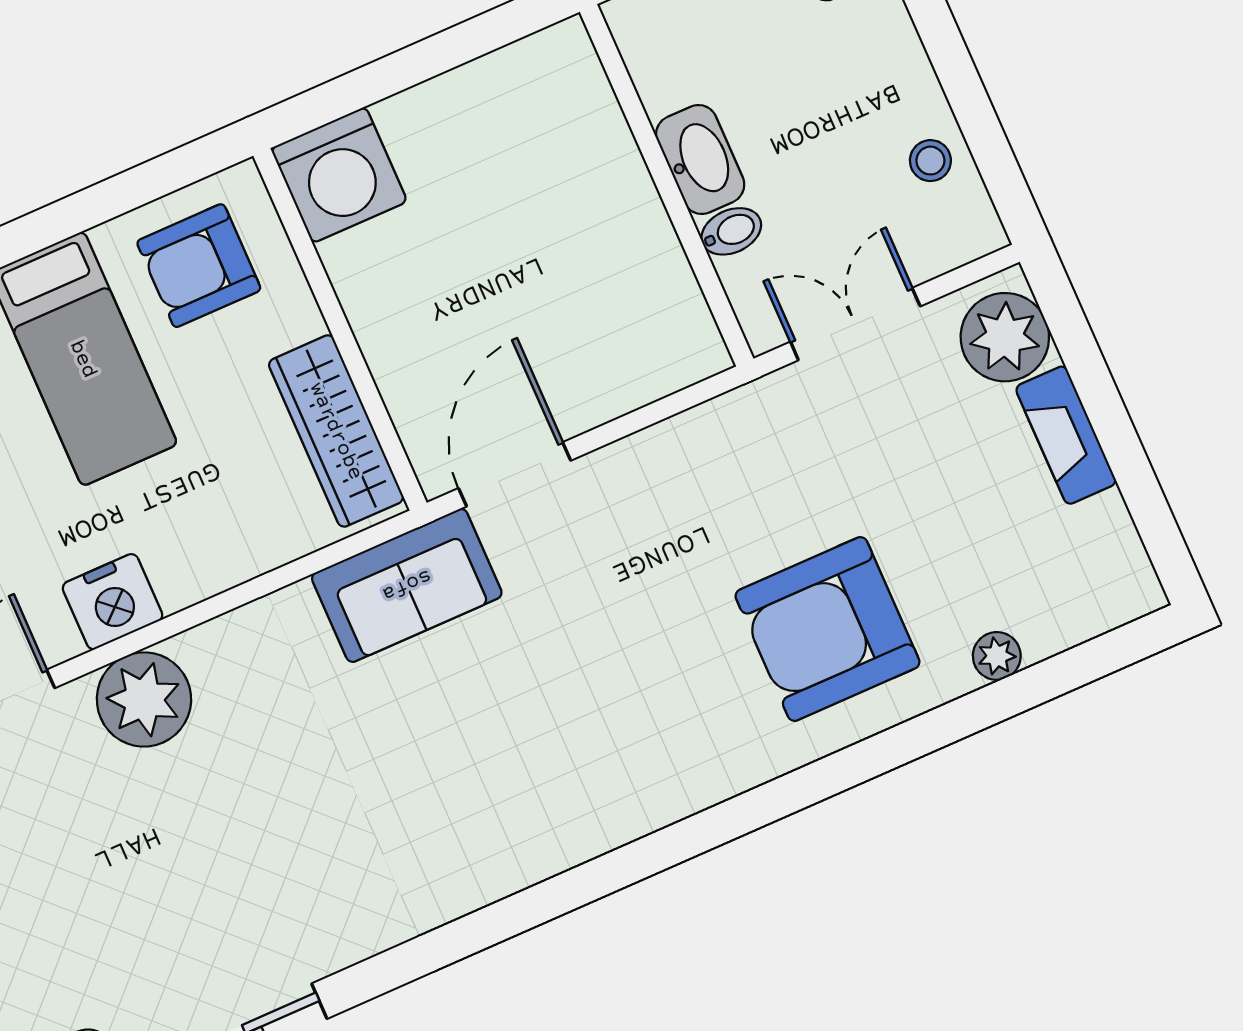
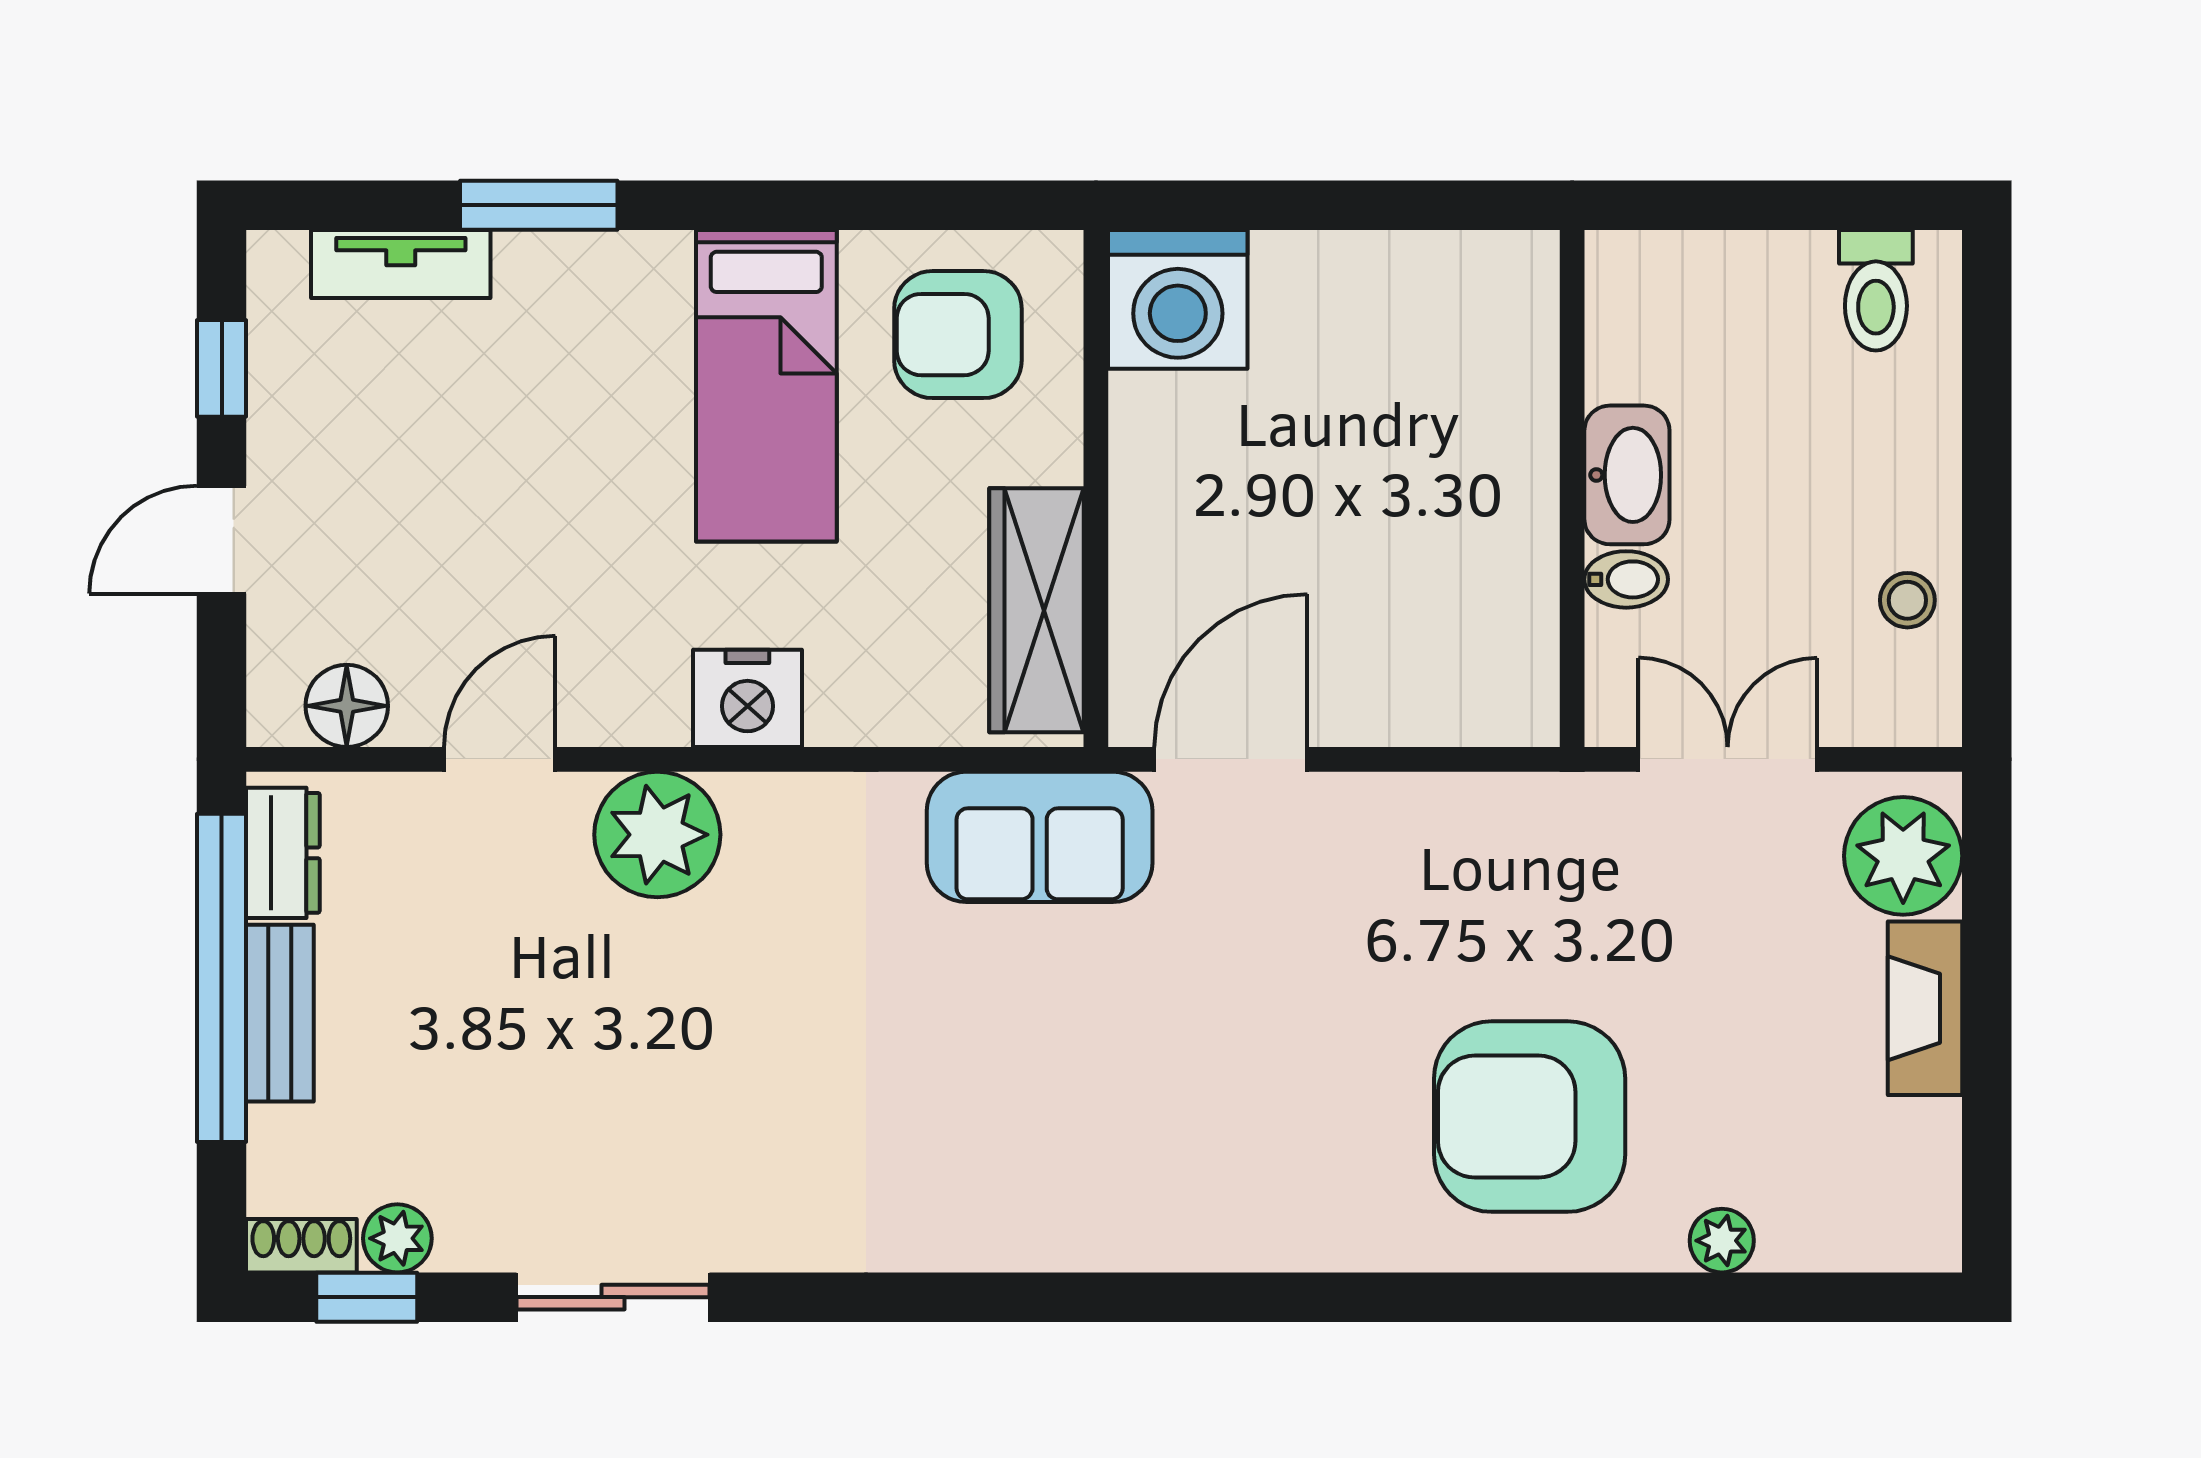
nightstand: (113, 602) -> (747, 698), moved

